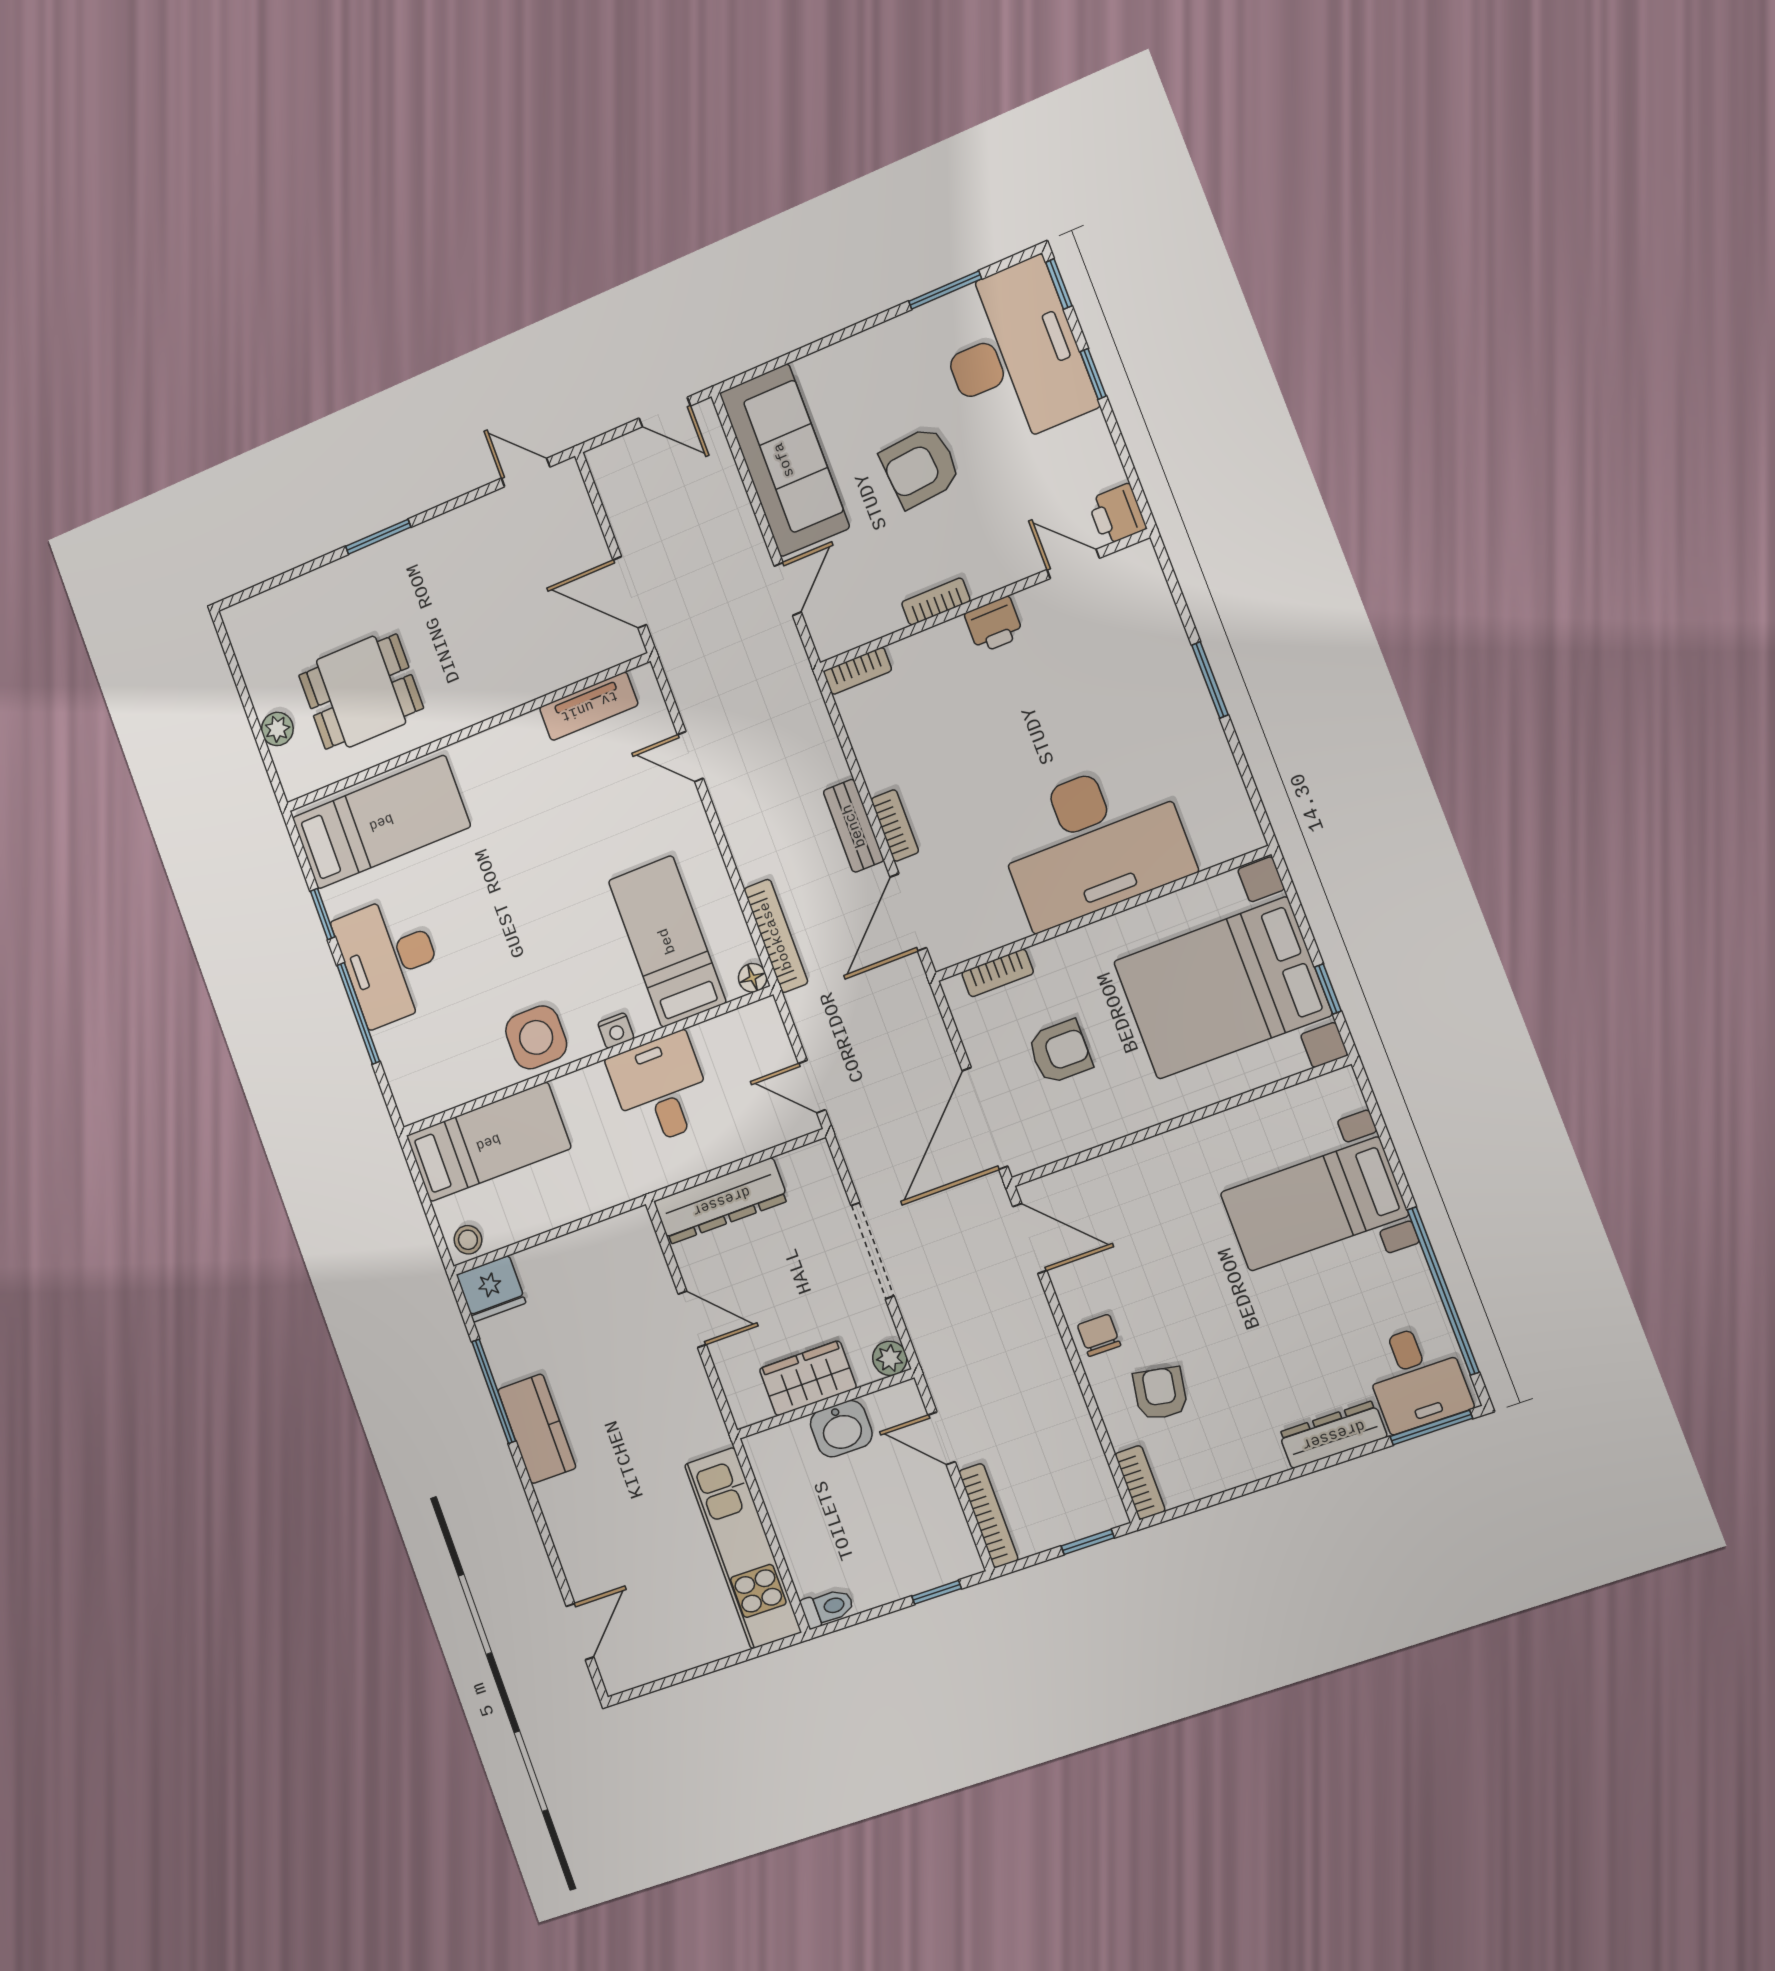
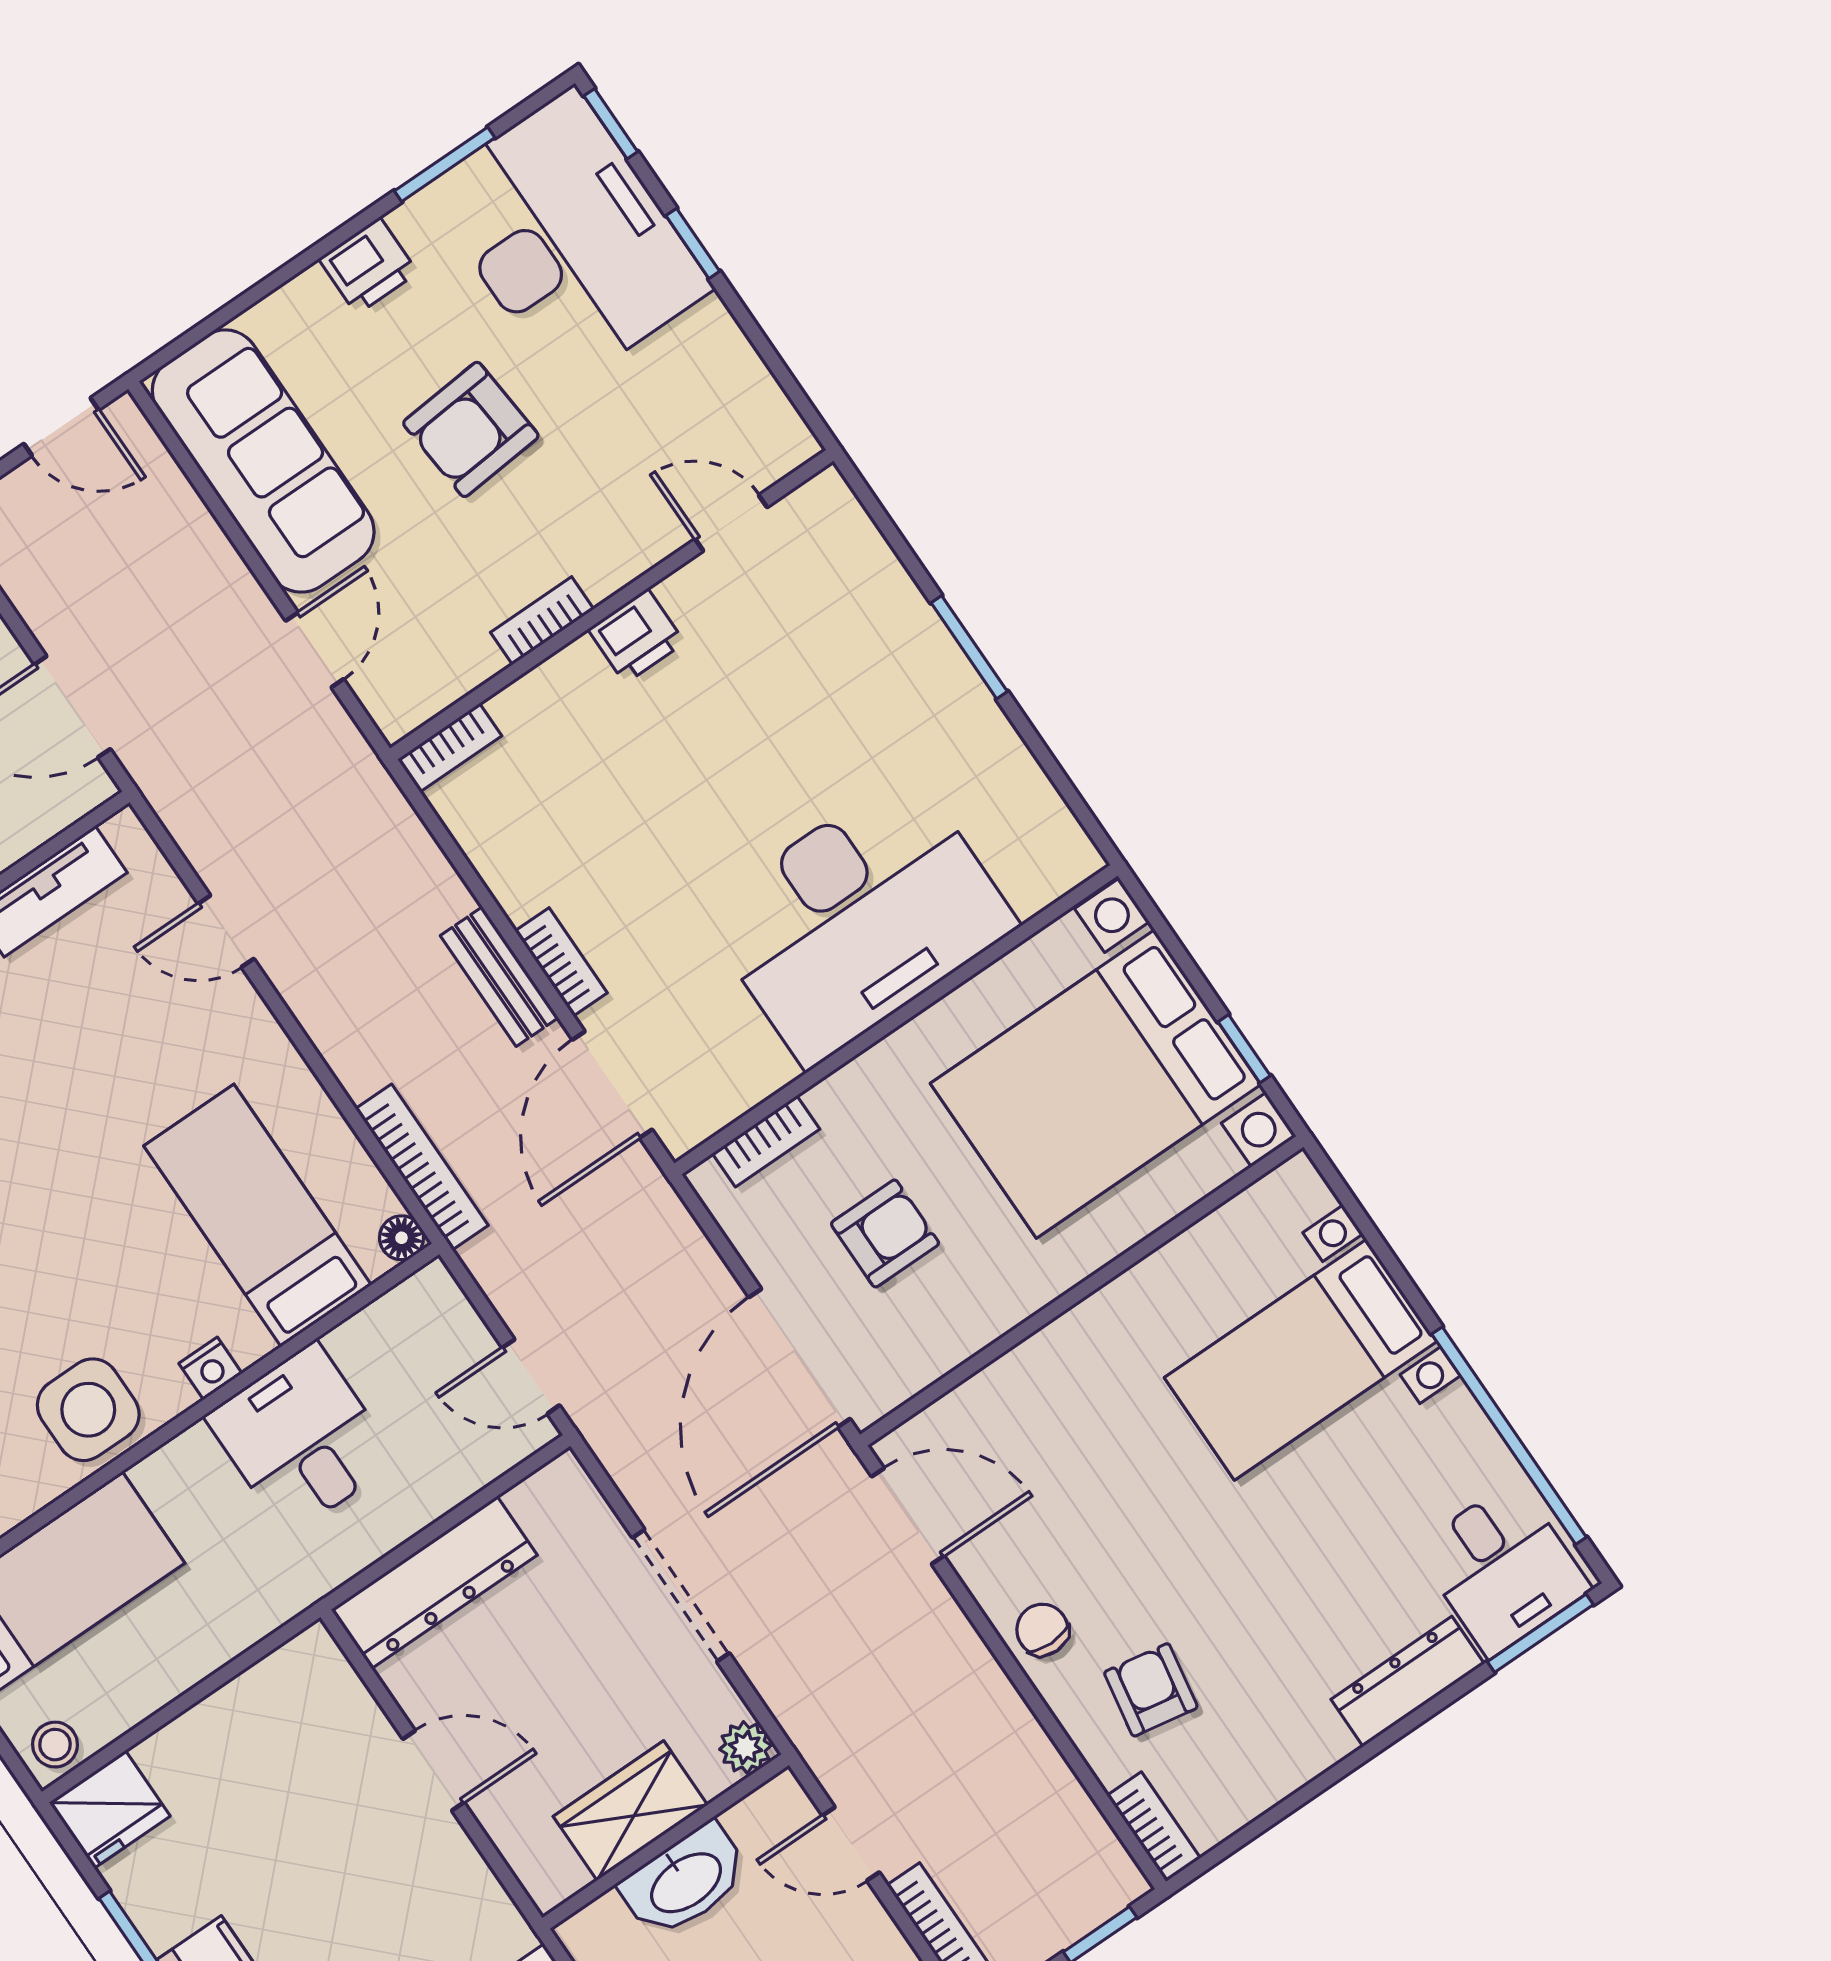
printer: (1117, 514) -> (368, 266), moved, turned -90
washbasin: (841, 1429) -> (685, 1881), width x1.38

